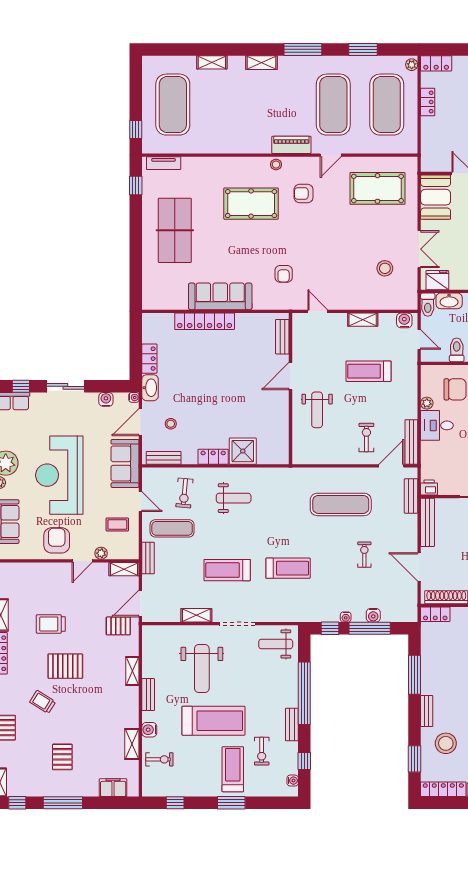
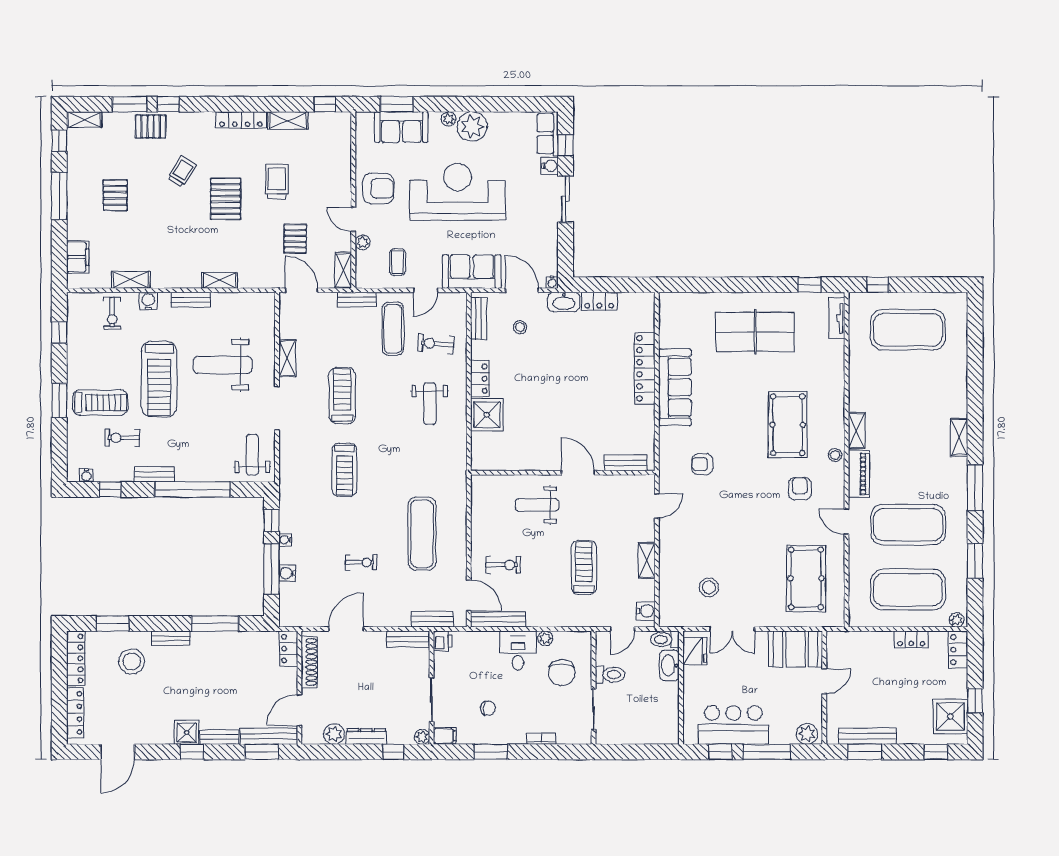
shelving: (212, 62) -> (857, 430), moved
water cooler: (106, 399) -> (550, 166), moved
bench: (427, 522) -> (408, 639), width x0.73
pallet: (118, 626) -> (295, 239), moved
pallet: (62, 757) -> (115, 195), turned 90

